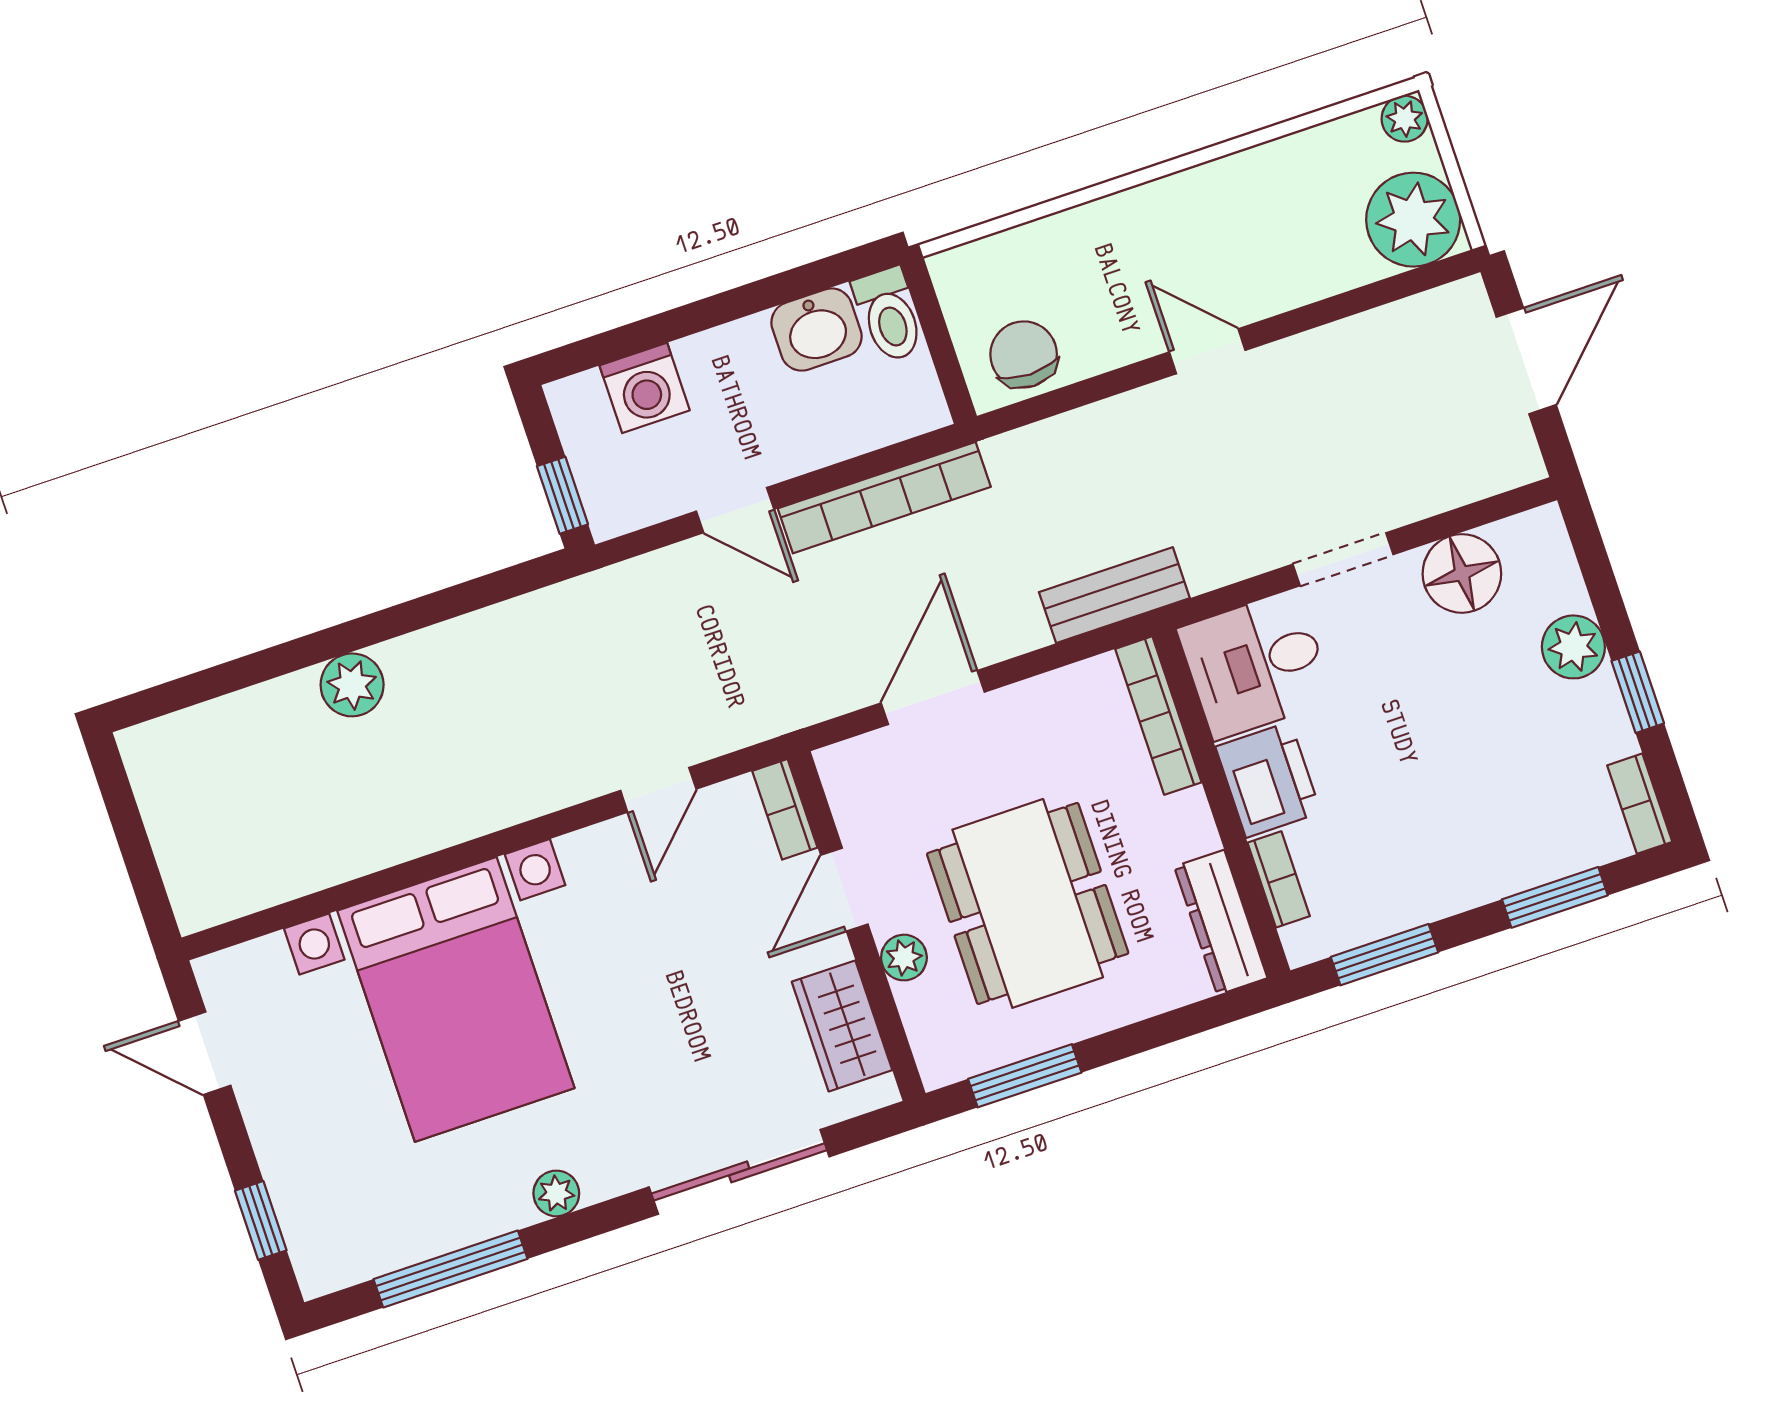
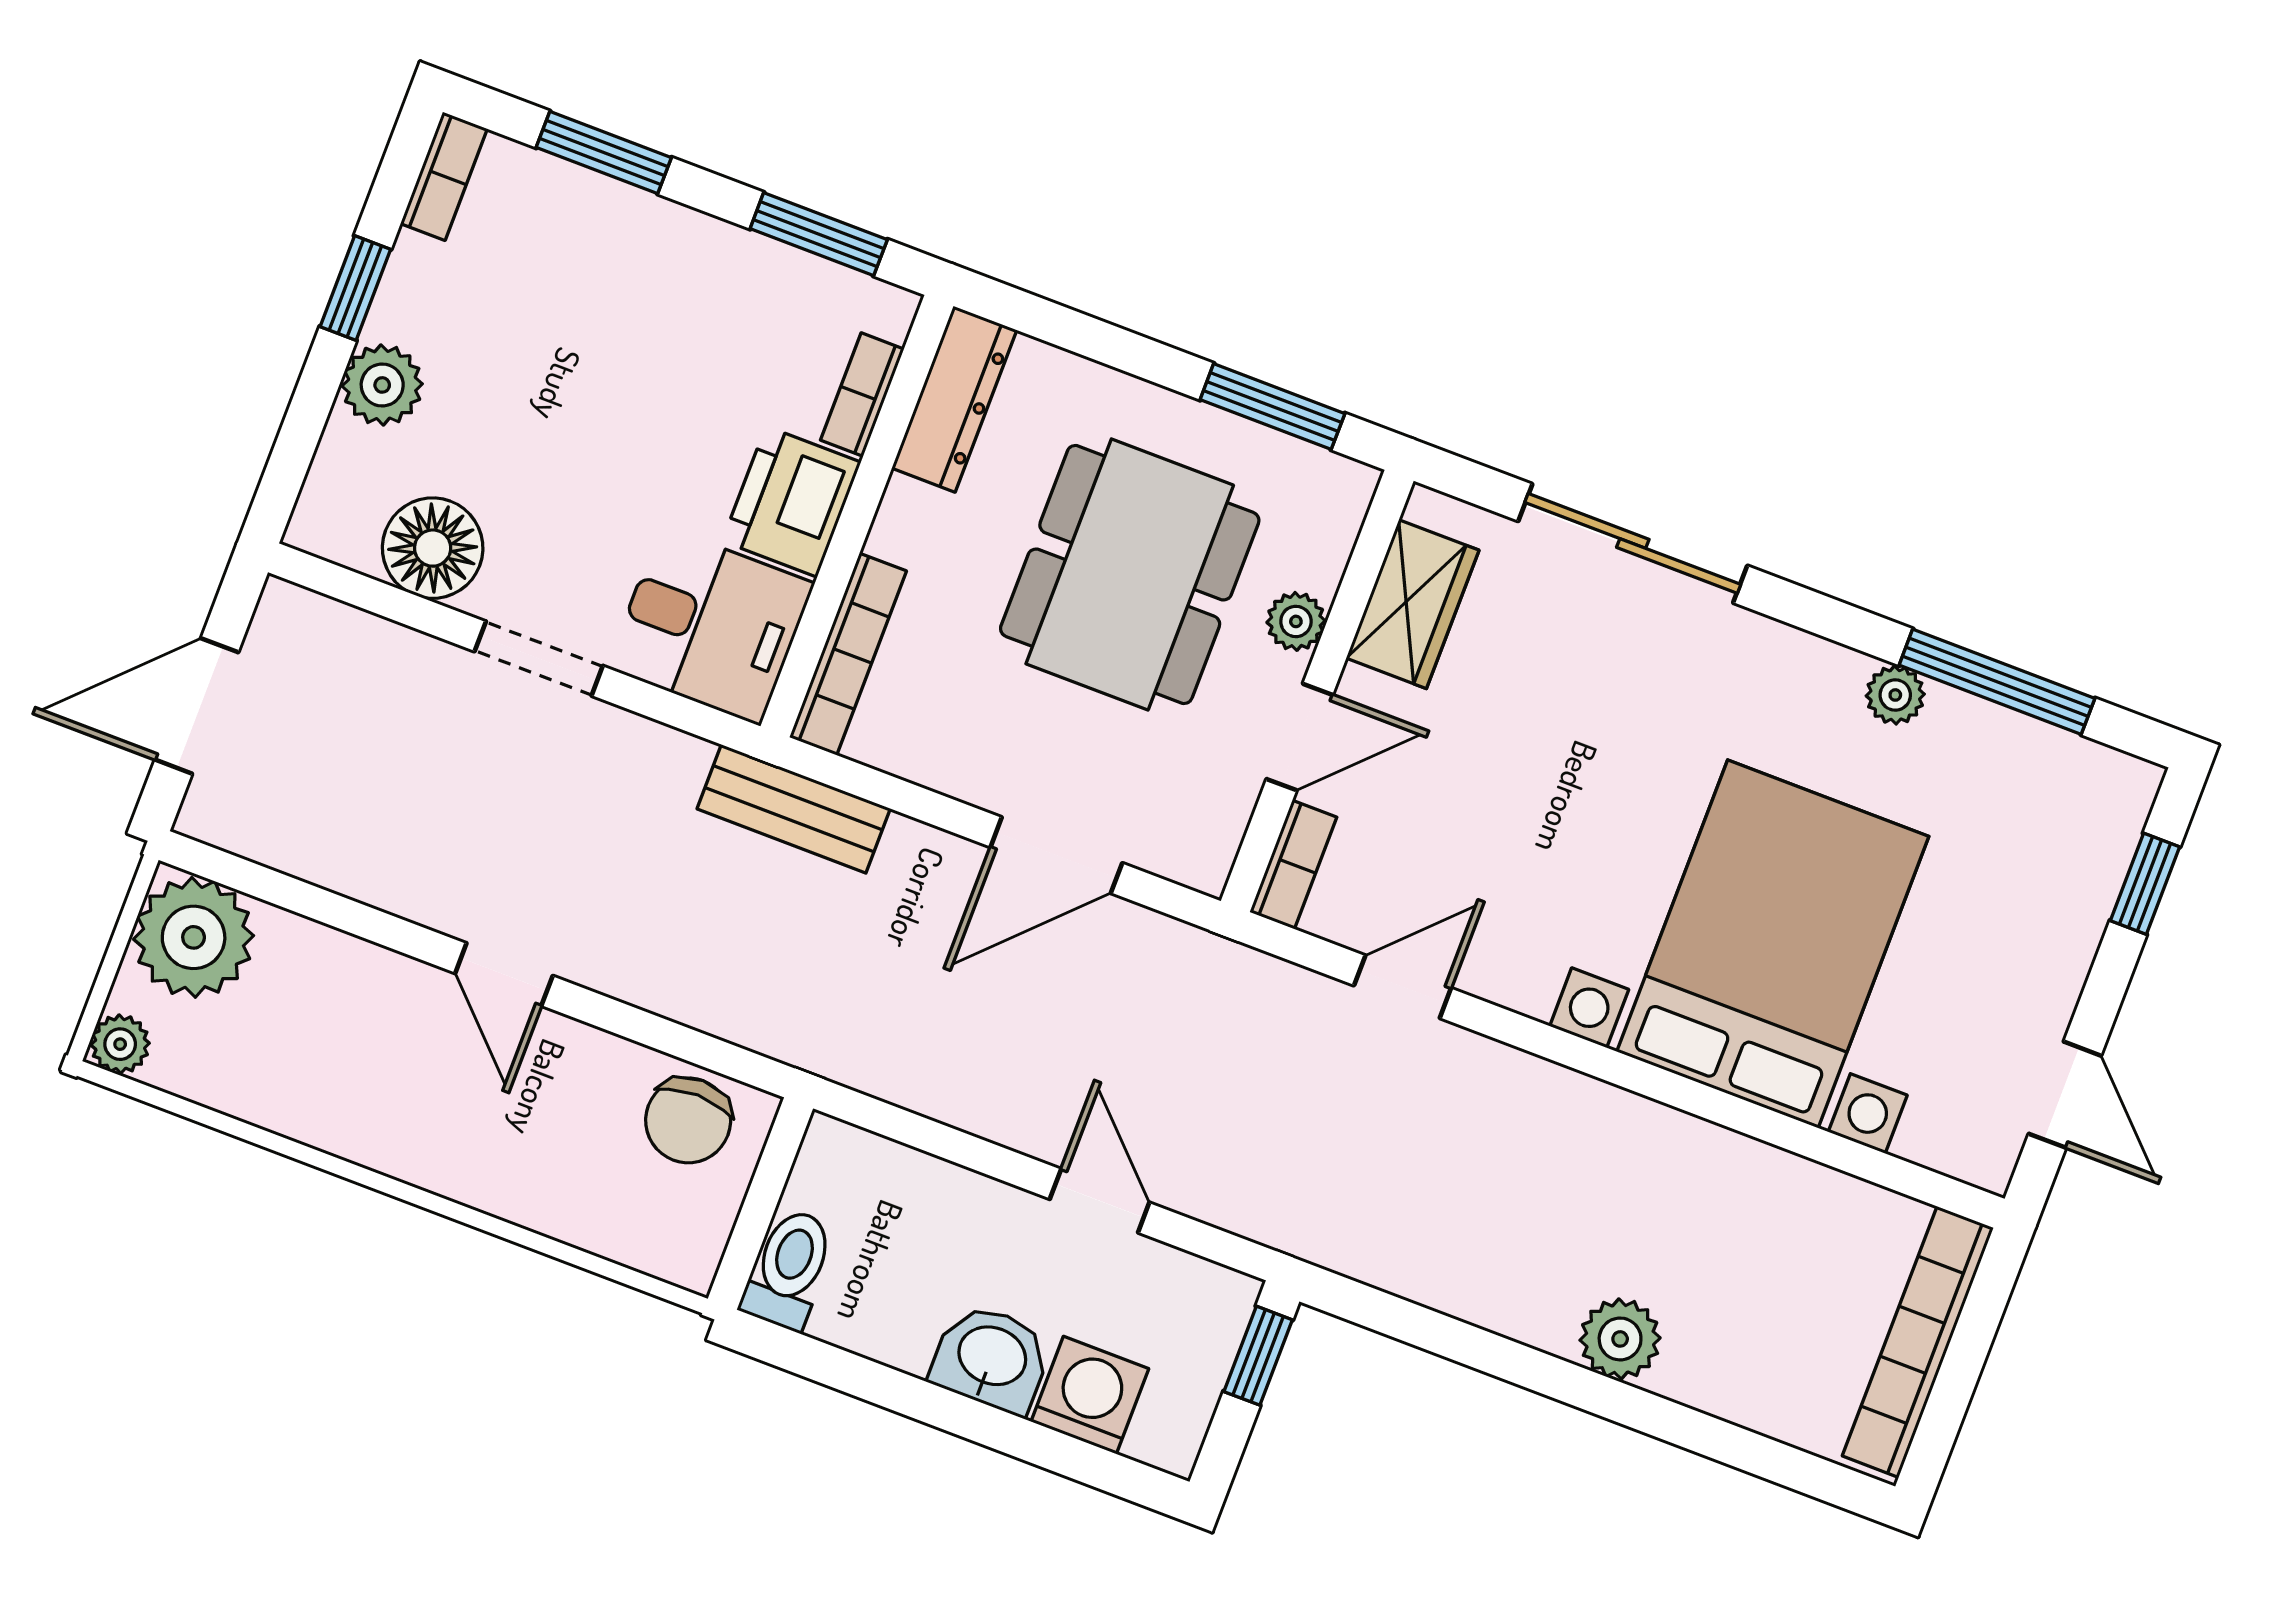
washbasin: (816, 330) -> (991, 1358), moved
bookcase: (884, 498) -> (1918, 1342), moved, turned -90
plant: (556, 1193) -> (1895, 695), moved

